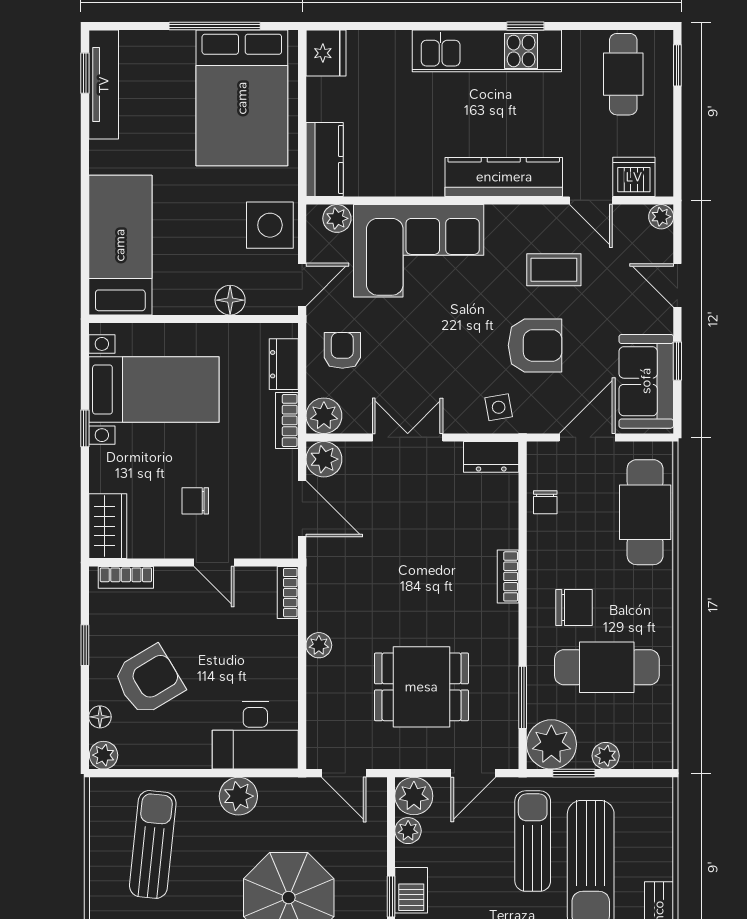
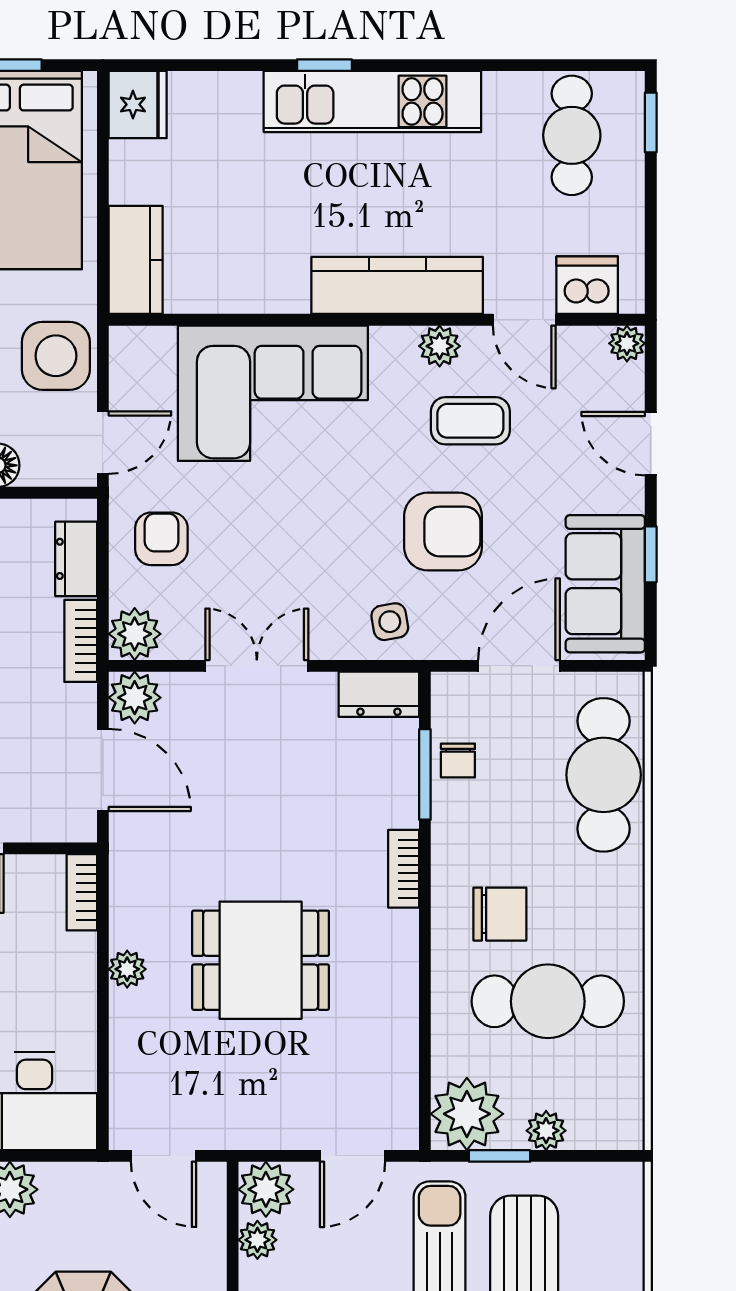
window: (525, 26) -> (324, 65), moved
plant: (337, 218) -> (440, 346), moved
dining table: (421, 687) -> (261, 960), moved
window: (523, 697) -> (425, 774), moved

